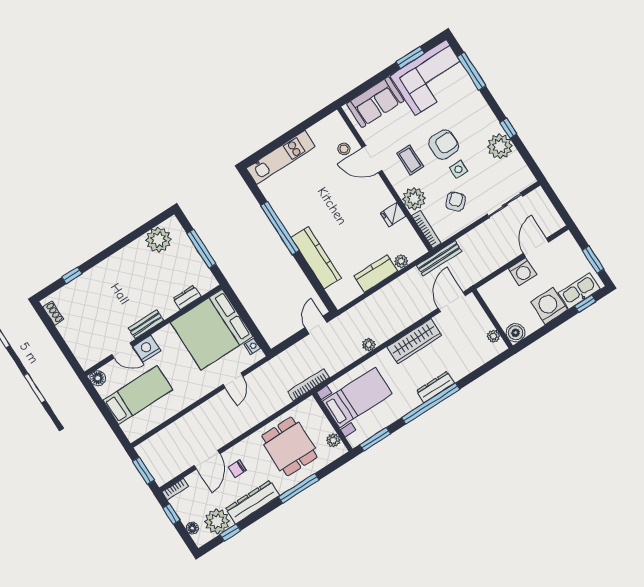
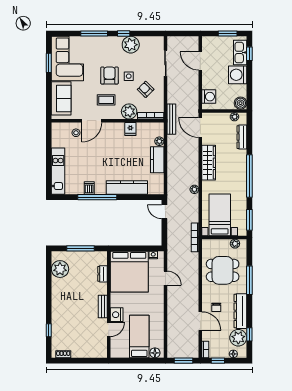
window: (472, 71) -> (94, 34), moved
dishwasher: (285, 211) -> (89, 188), added
washing machine: (522, 272) -> (209, 97), moved
floor lamp: (98, 378) -> (155, 353), moved
dresser: (435, 387) -> (242, 137), moved

